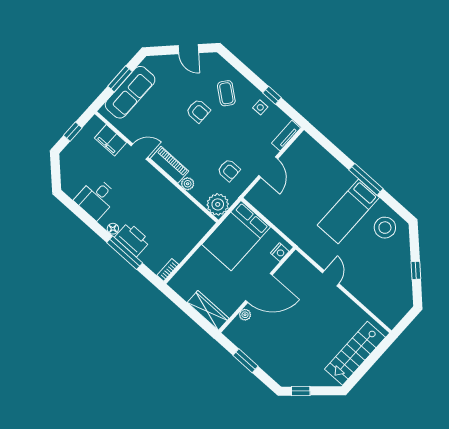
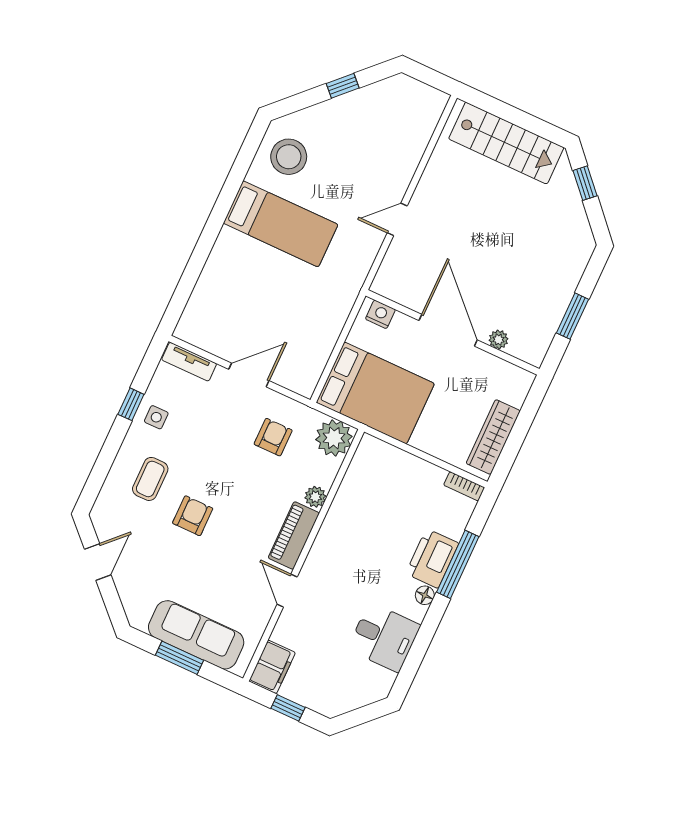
coffee table: (226, 93) -> (150, 479), turned -38
filing cabinet: (111, 140) -> (272, 667), moved
window: (366, 179) -> (220, 211), removed
wardrobe: (208, 310) -> (493, 437), moved
window: (301, 391) -> (585, 183), moved

